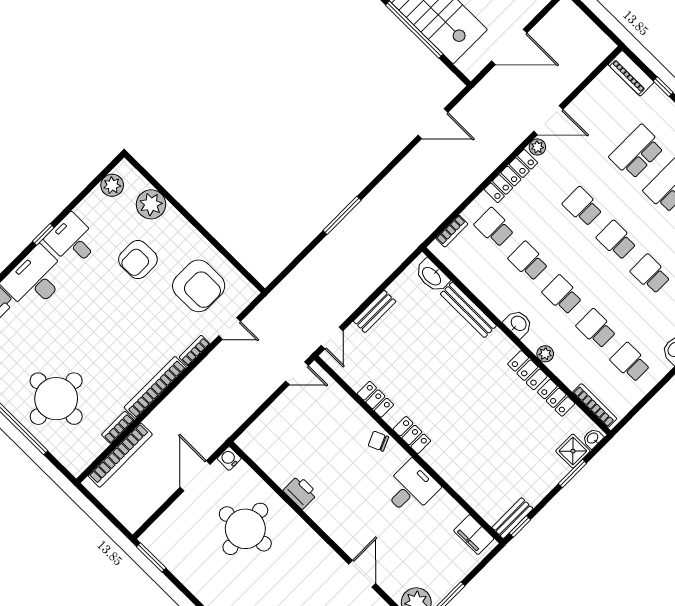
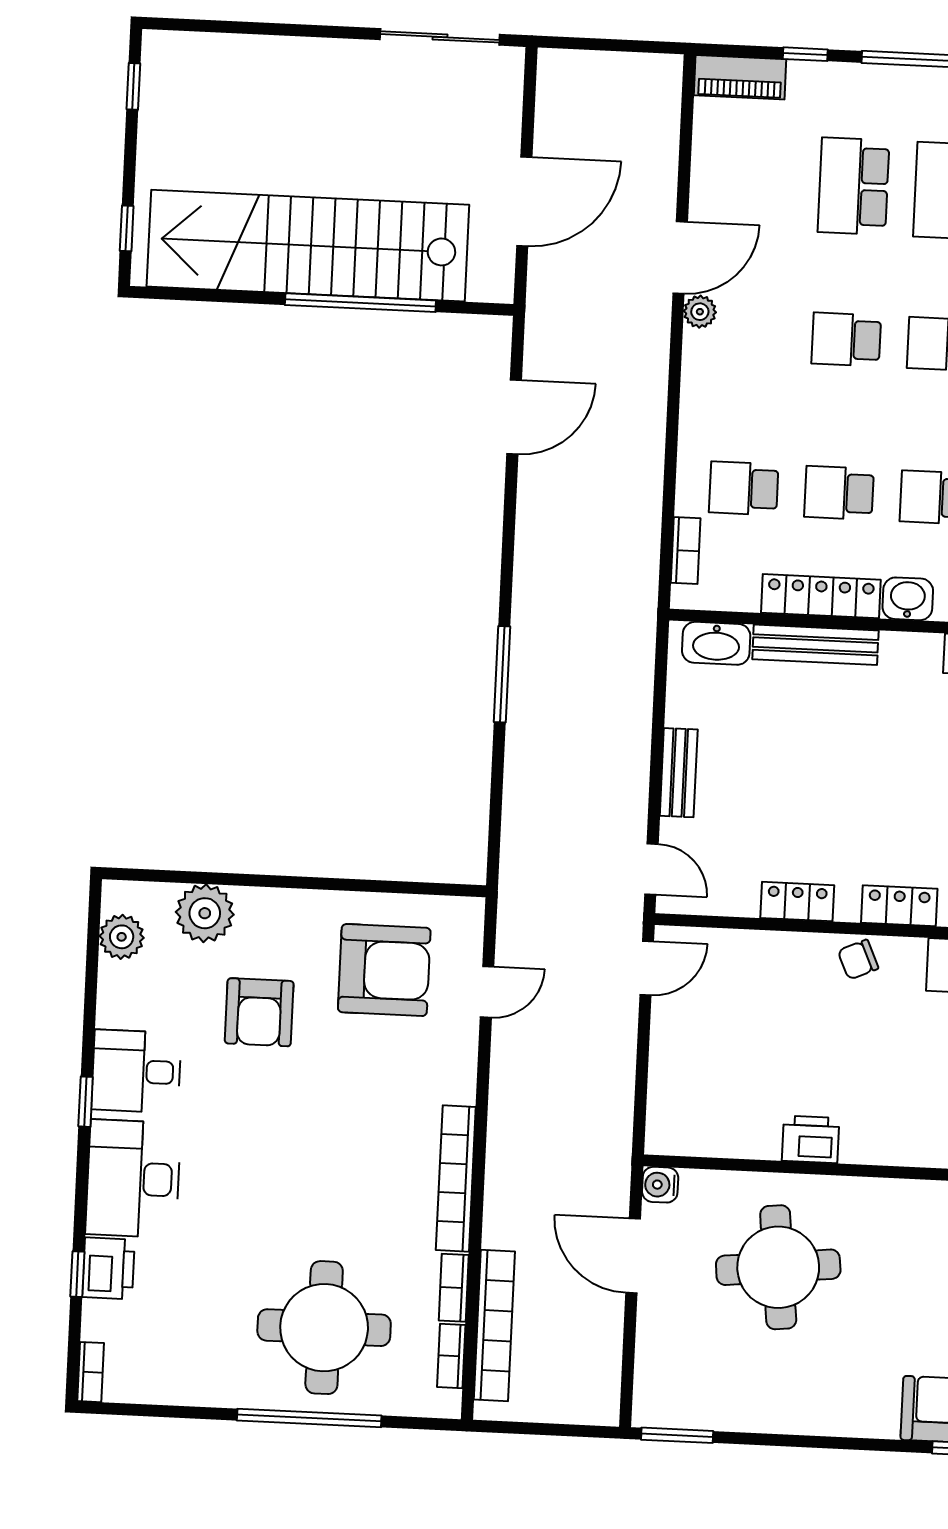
locker: (511, 176) -> (821, 596), moved, turned -90
bookcase: (195, 351) -> (451, 1356), moved

